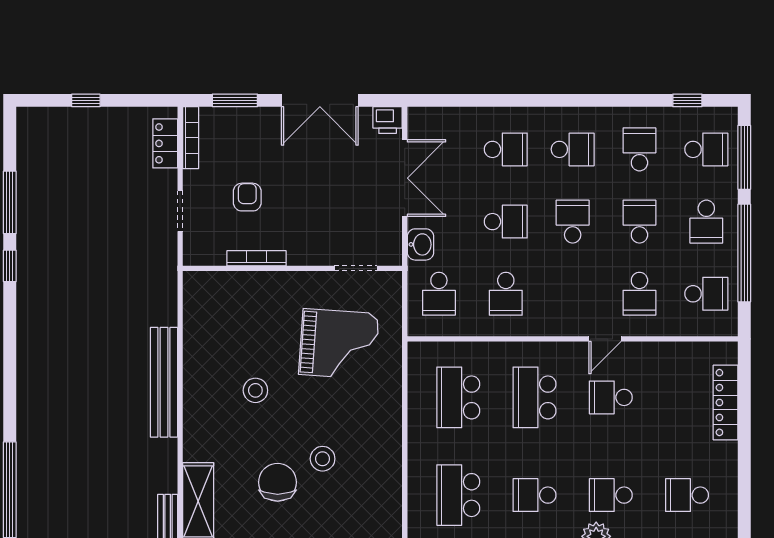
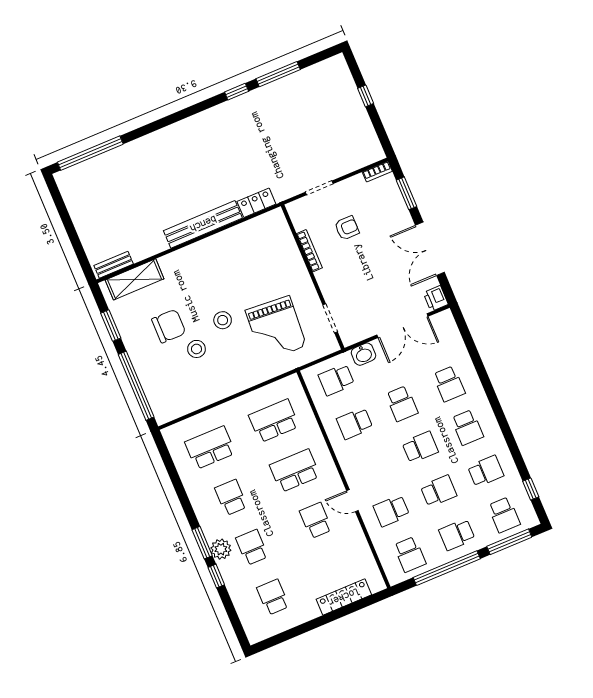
bookcase: (191, 138) -> (377, 172), width x0.64
locker: (165, 143) -> (256, 203), moved
stool: (255, 390) -> (223, 320), moved

